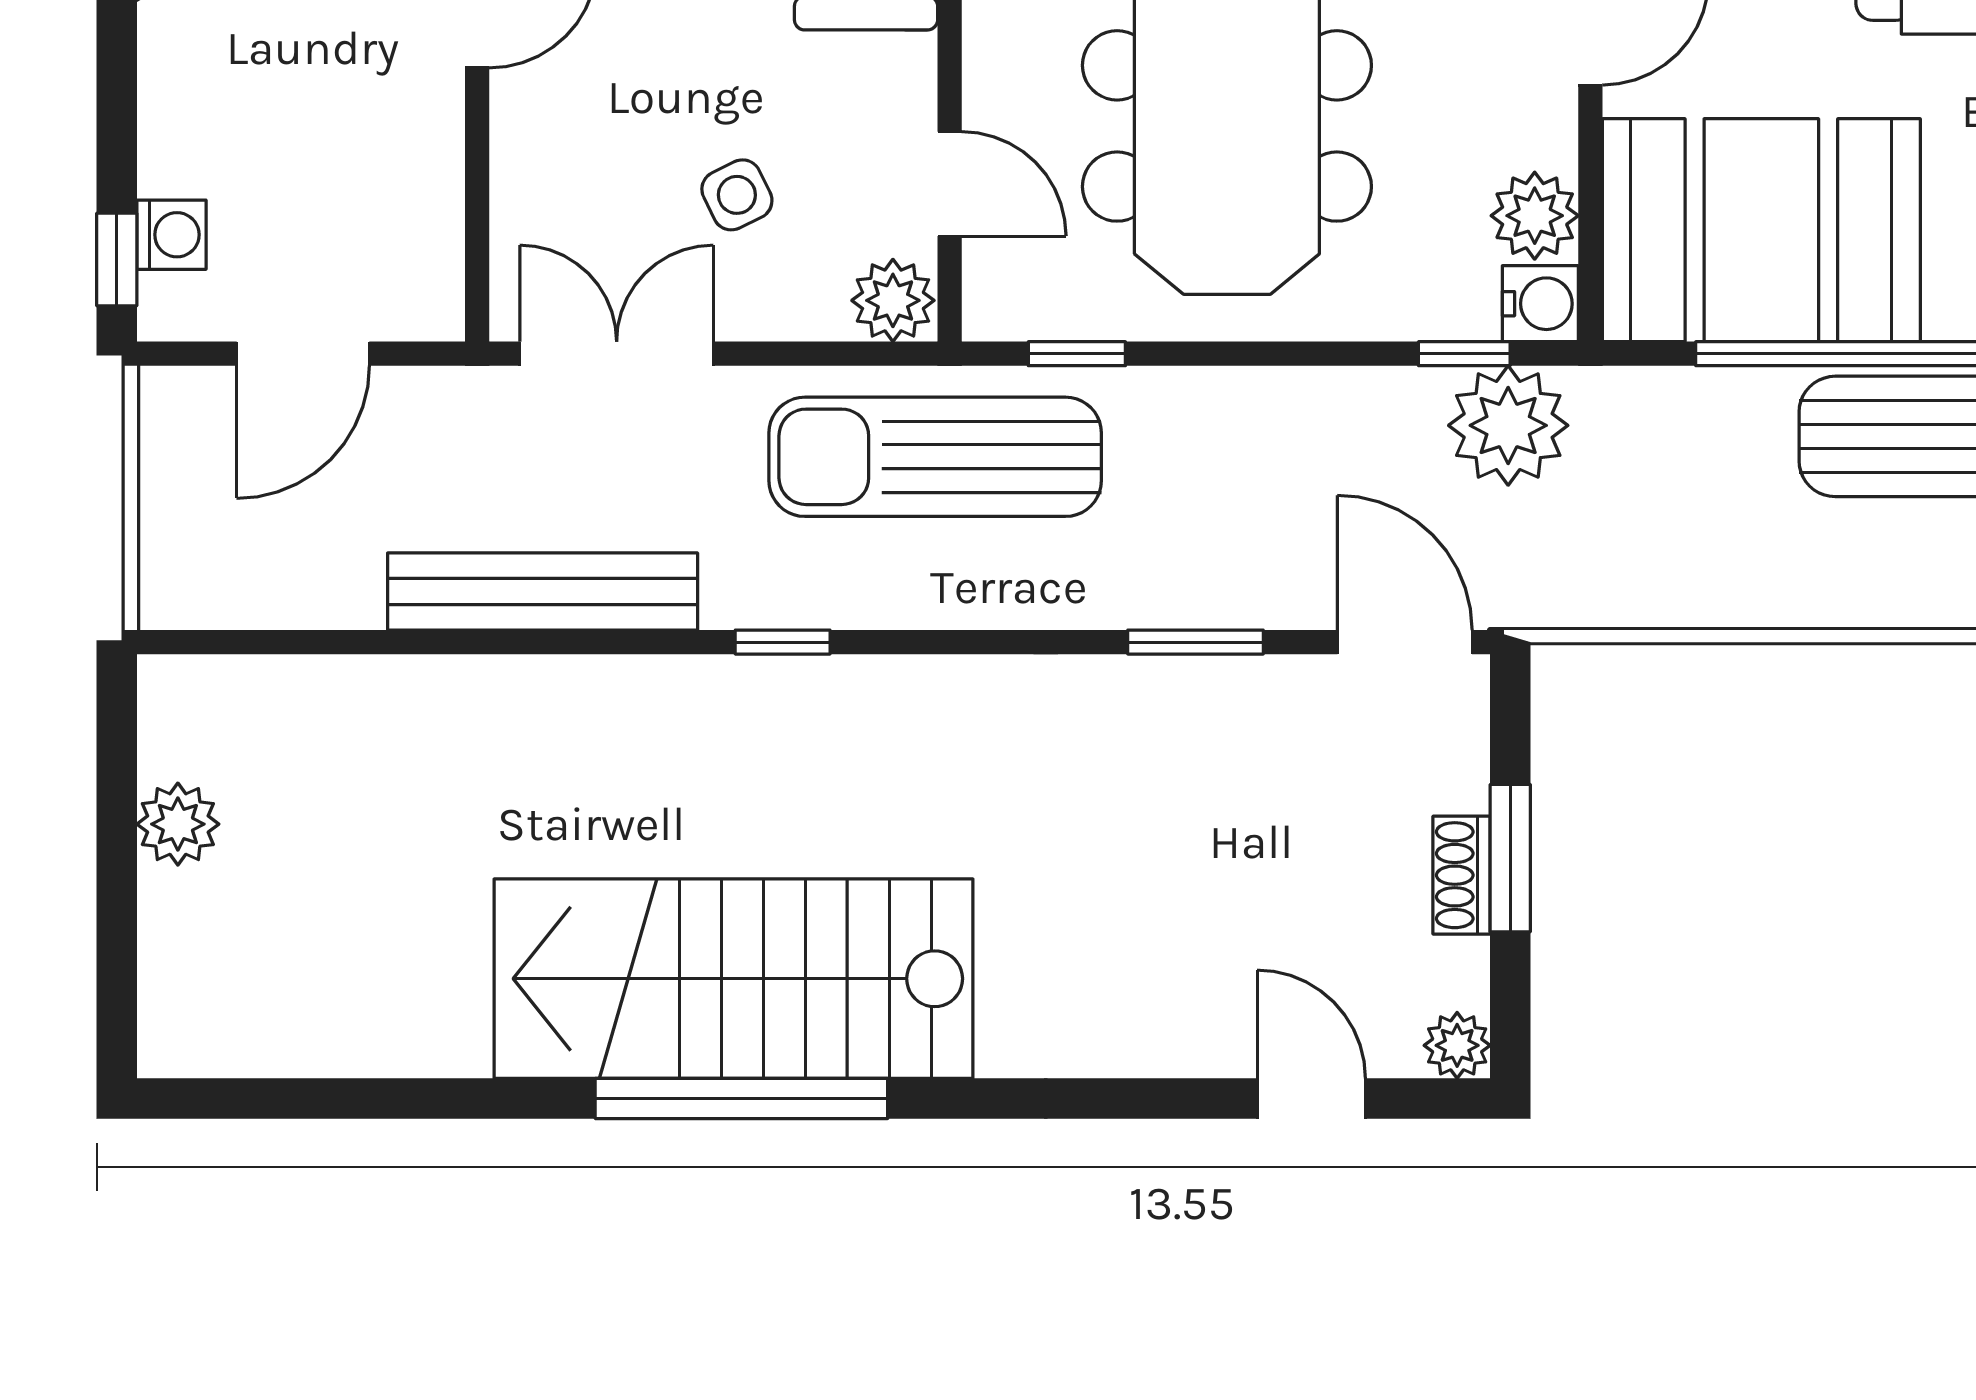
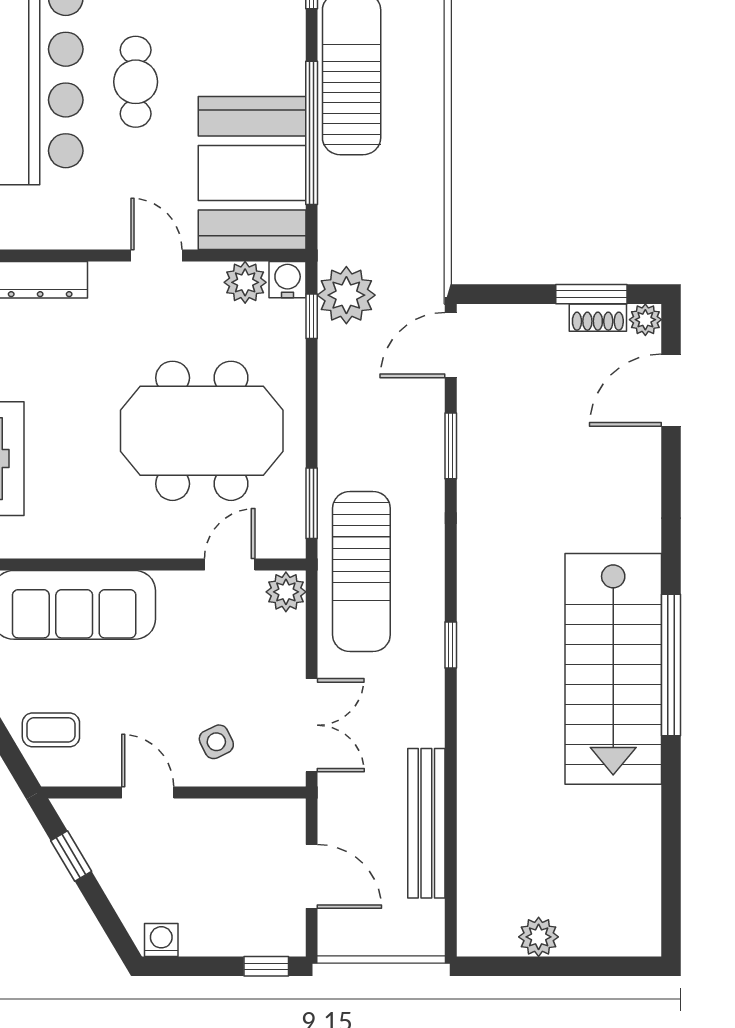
side table: (737, 195) -> (216, 742), moved
washing machine: (171, 235) -> (161, 940), moved
double door: (617, 354) -> (312, 725), swing flipped
window: (1077, 354) -> (312, 503), width x1.50
bench: (543, 591) -> (426, 823), moved
window: (1510, 858) -> (591, 294), moved
shoe rack: (1462, 875) -> (598, 318), moved
door: (1311, 1099) -> (671, 390), width x1.38

